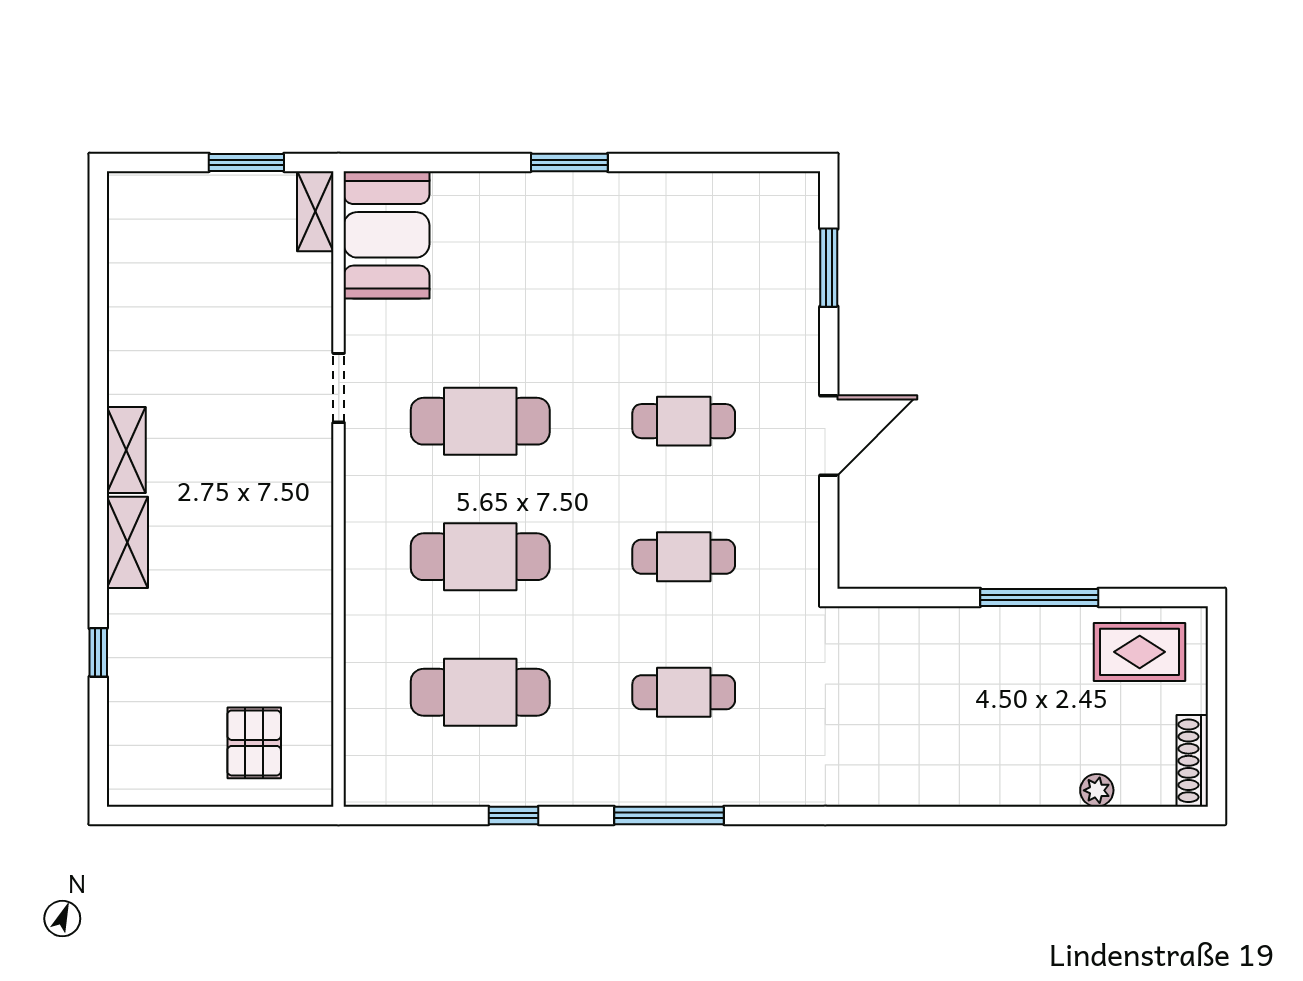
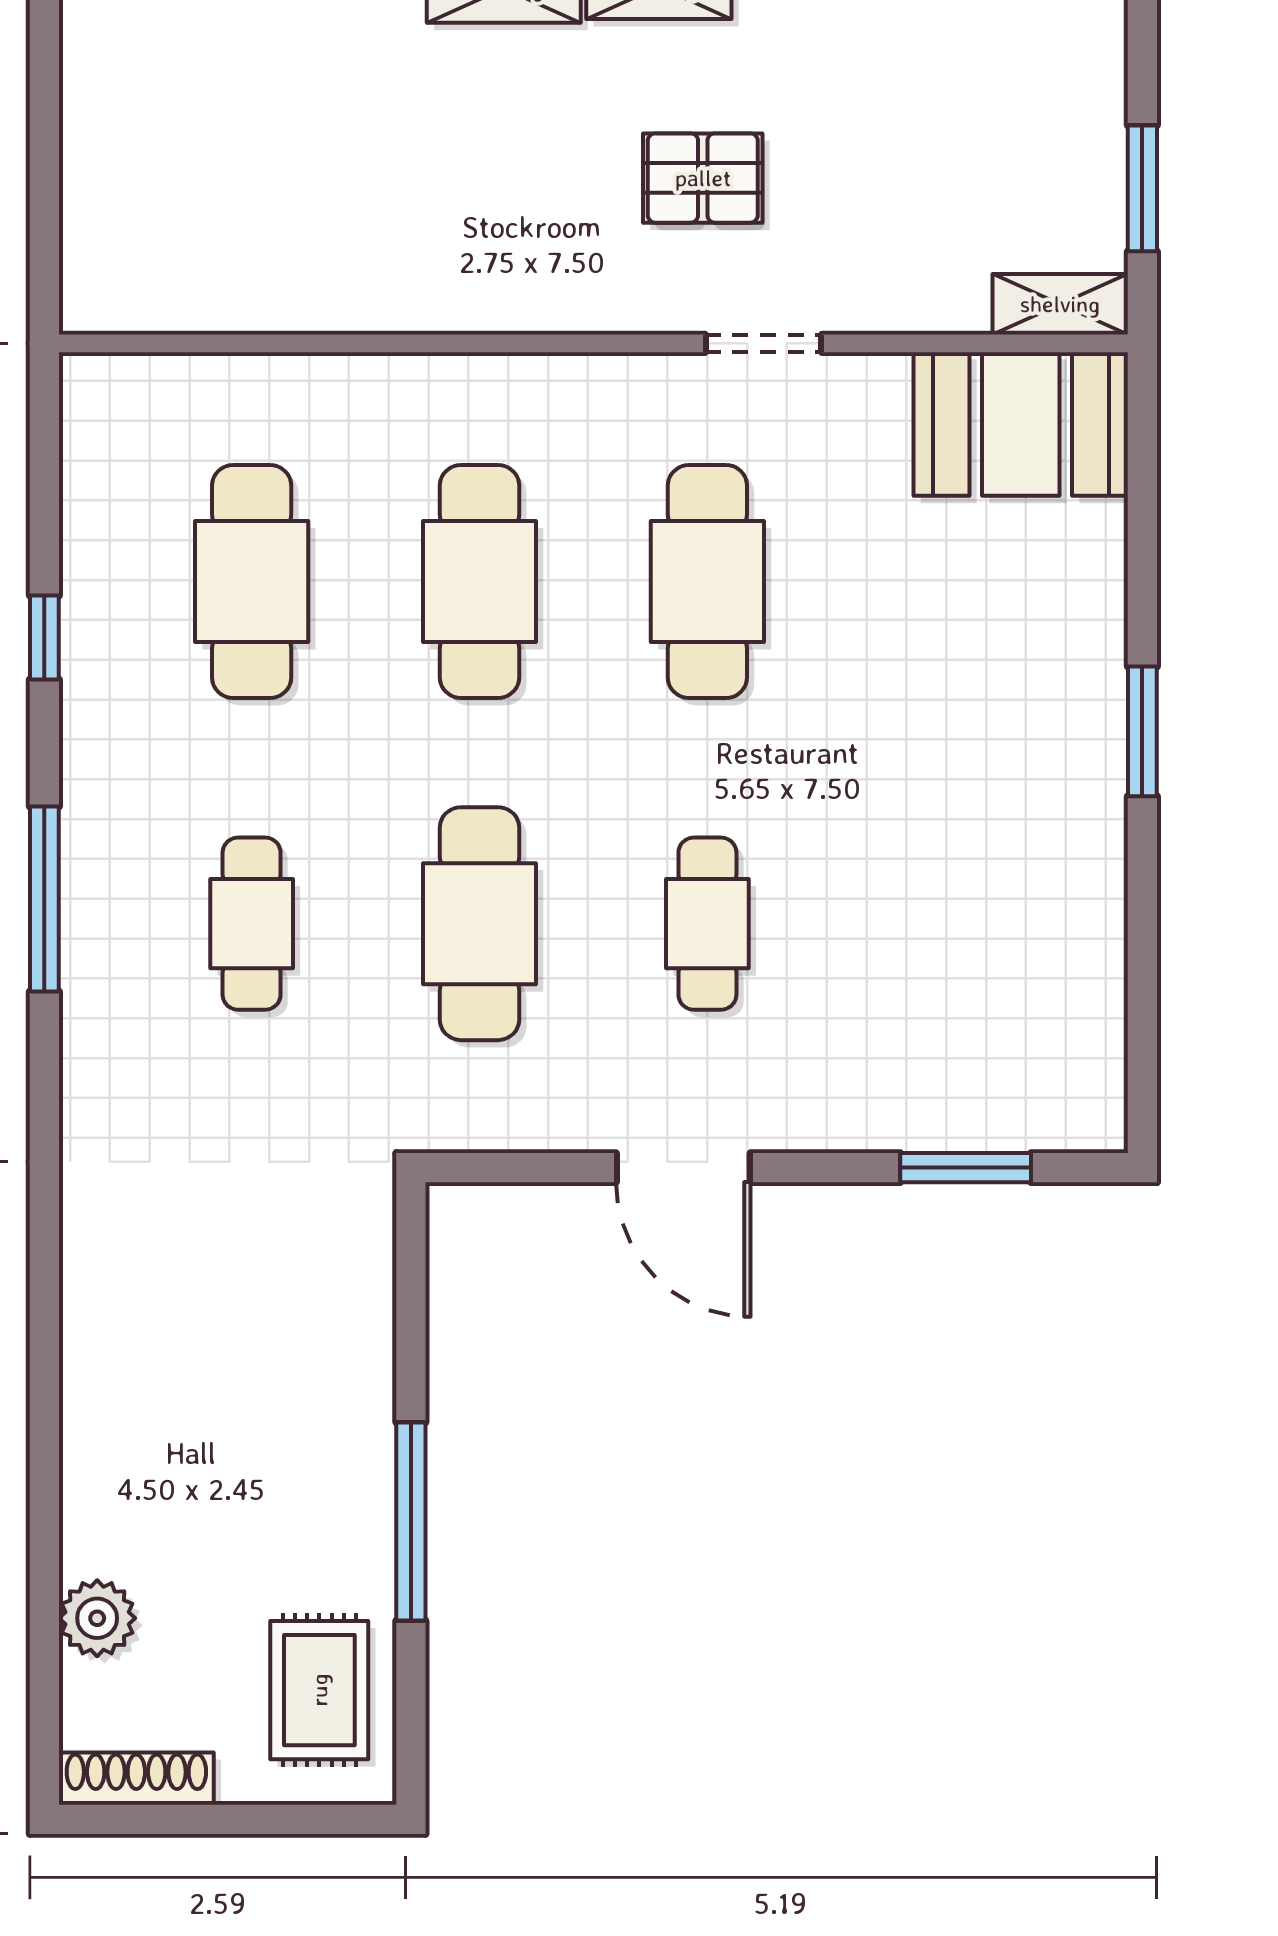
cafe table: (684, 557) -> (480, 924), width x1.37, depth x1.35
pallet: (254, 743) -> (703, 178), moved
plant: (1097, 790) -> (97, 1618), width x1.38, depth x1.38

